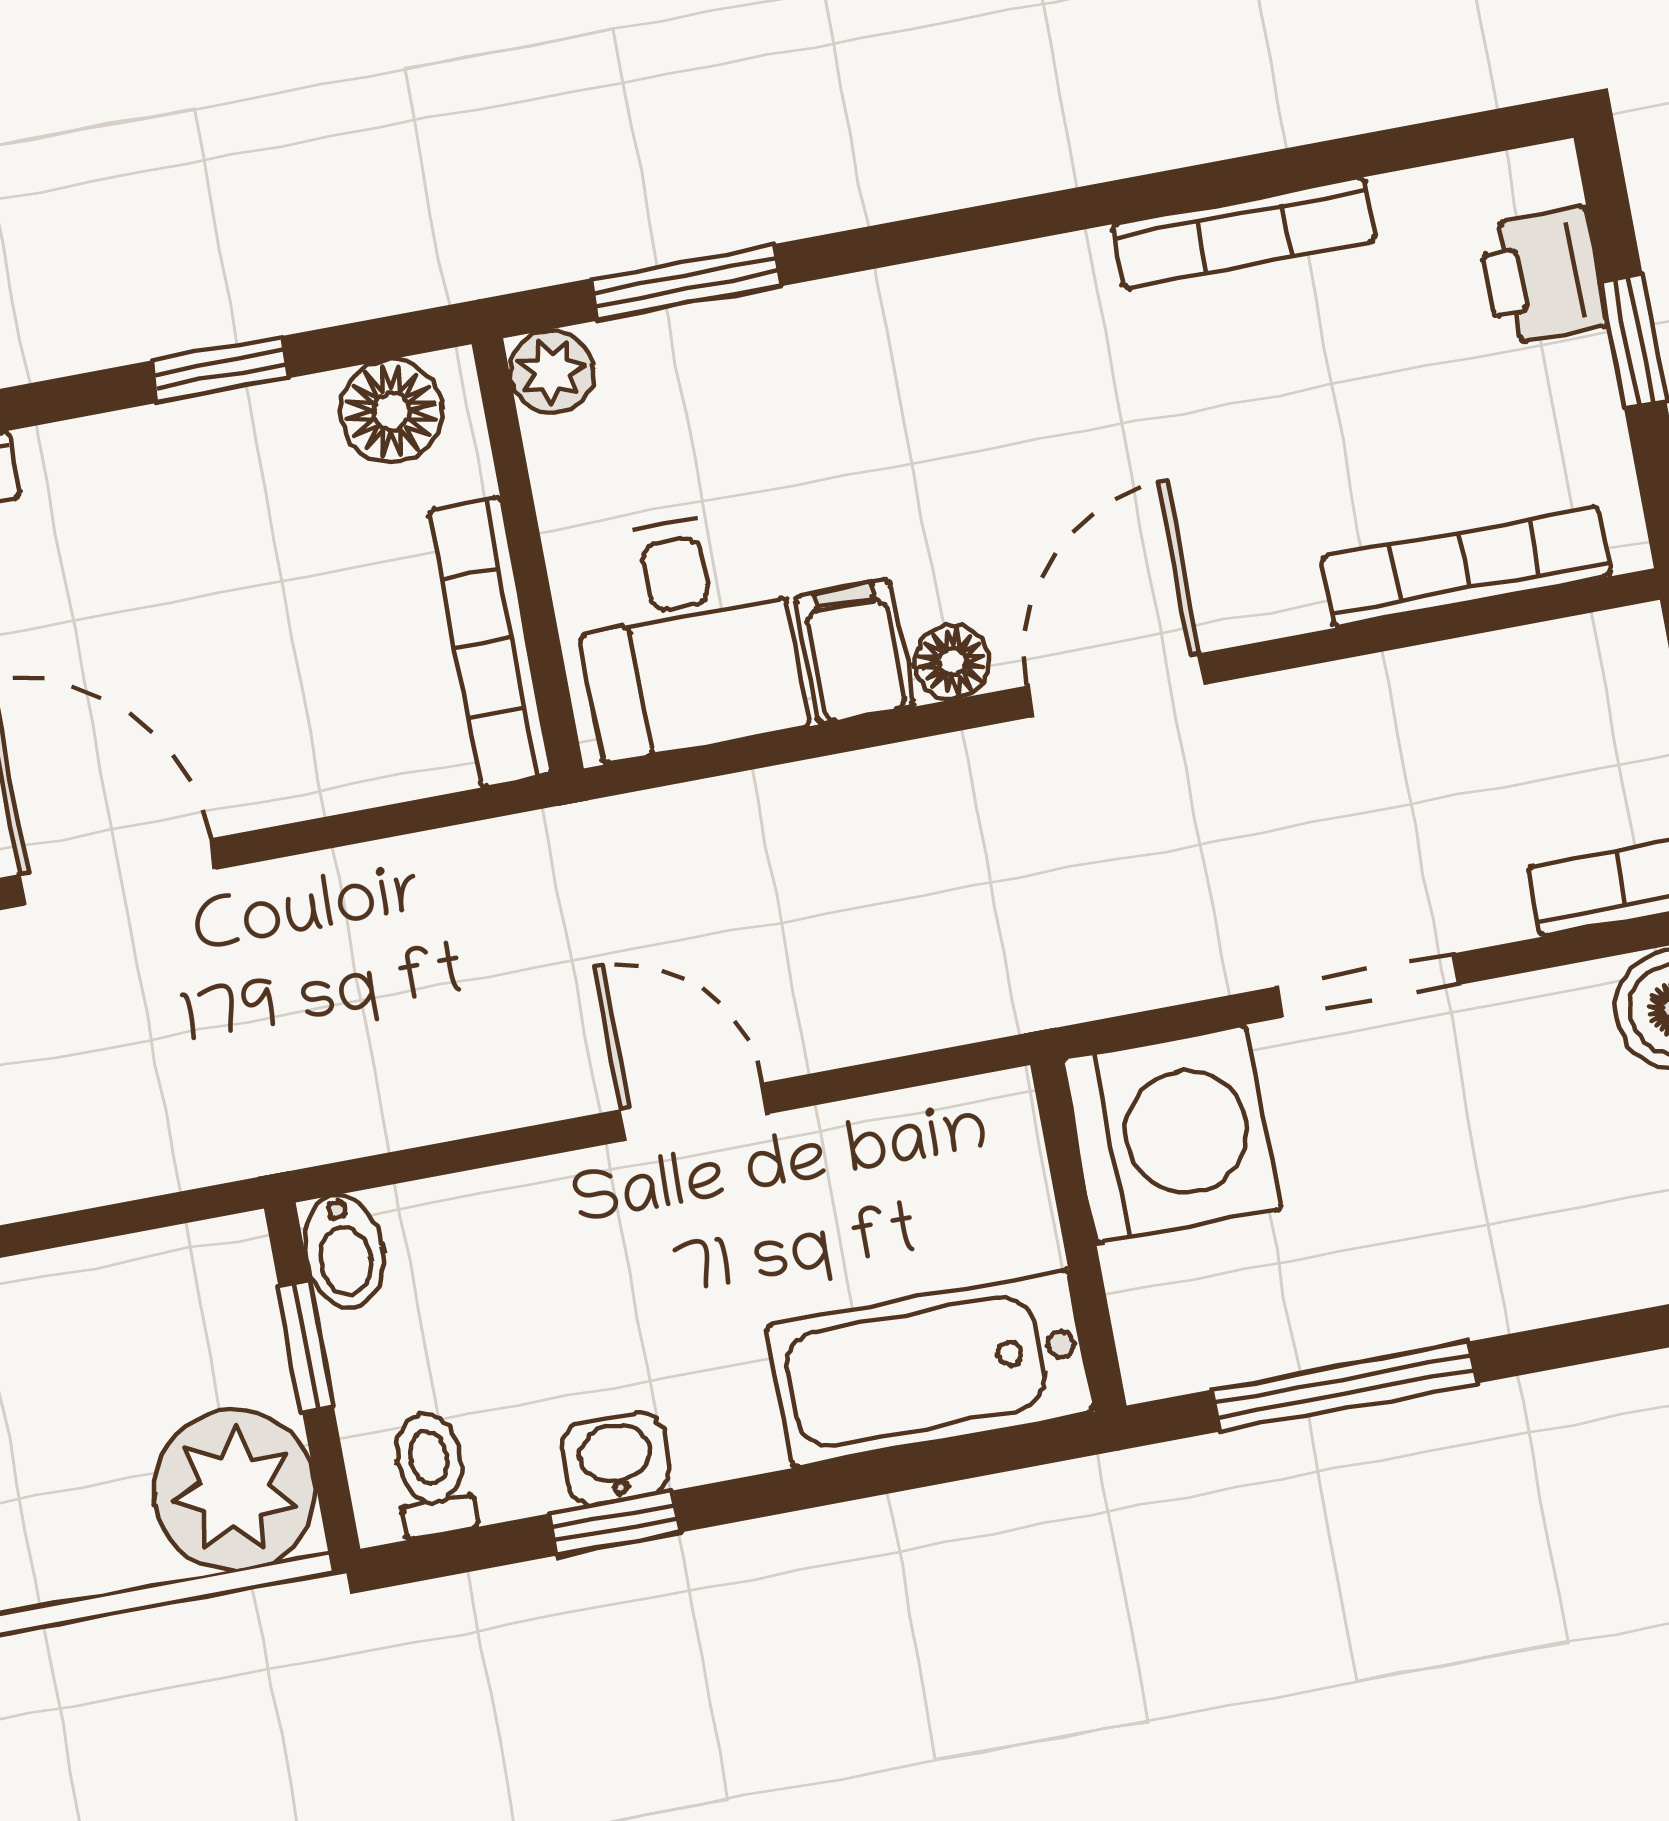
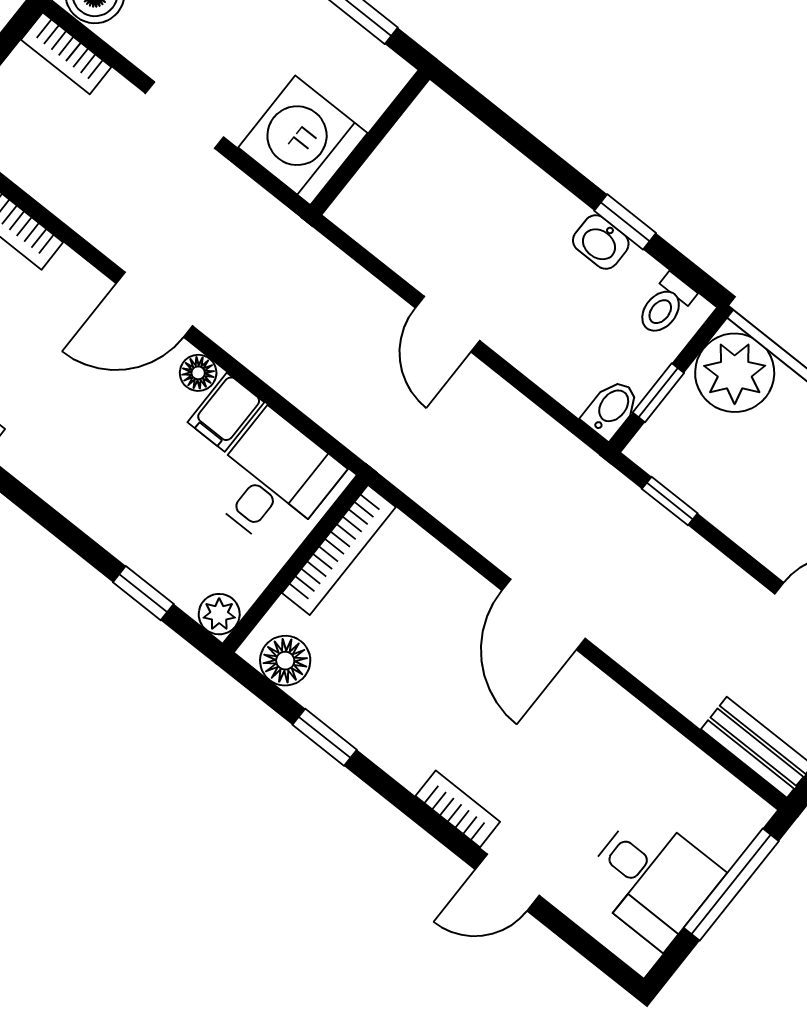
window: (686, 282) -> (143, 593), width x0.67
window: (124, 1218) -> (670, 501), added
bathtub: (931, 1368) -> (467, 154), removed

